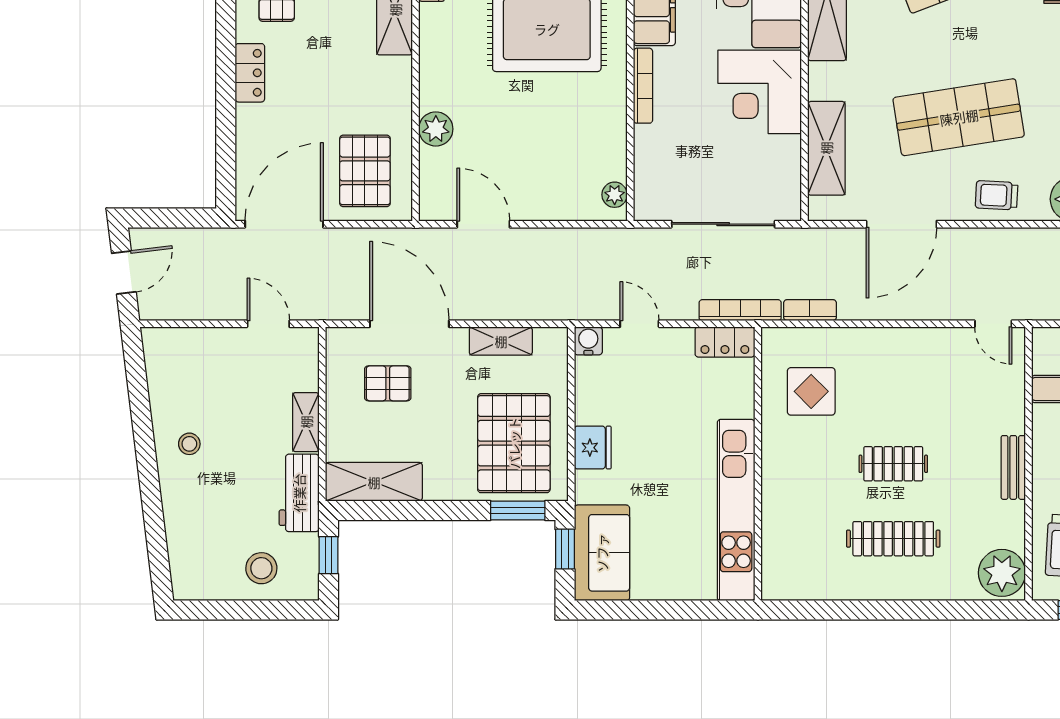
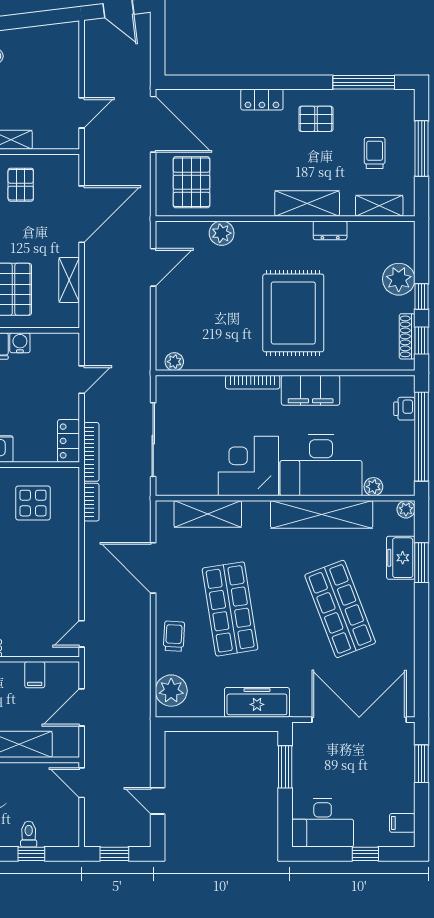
pallet: (365, 171) -> (191, 182), turned 90
water cooler: (588, 341) -> (20, 343), moved, turned -90
pallet: (388, 383) -> (21, 185), moved

